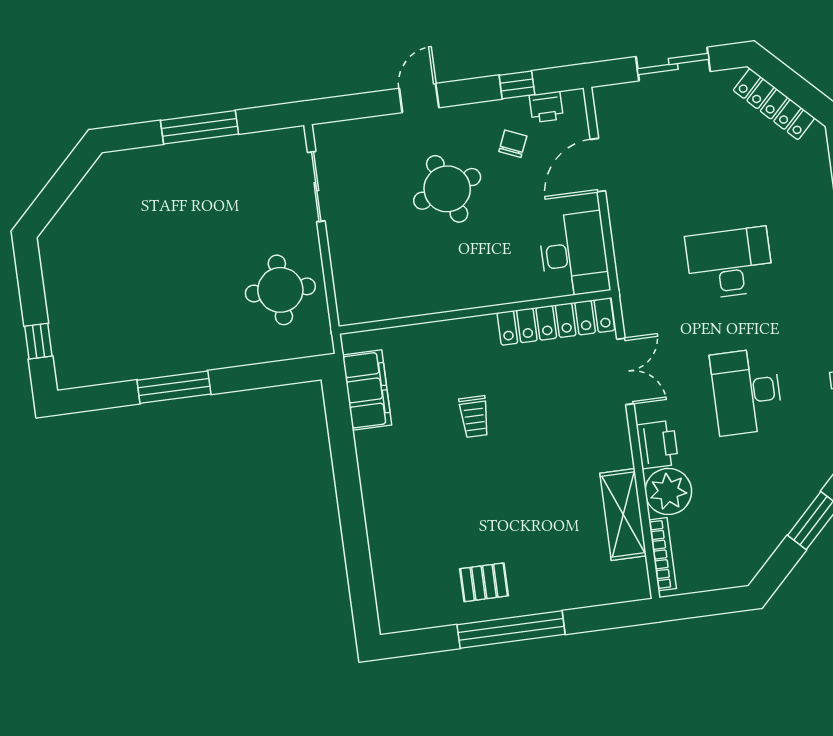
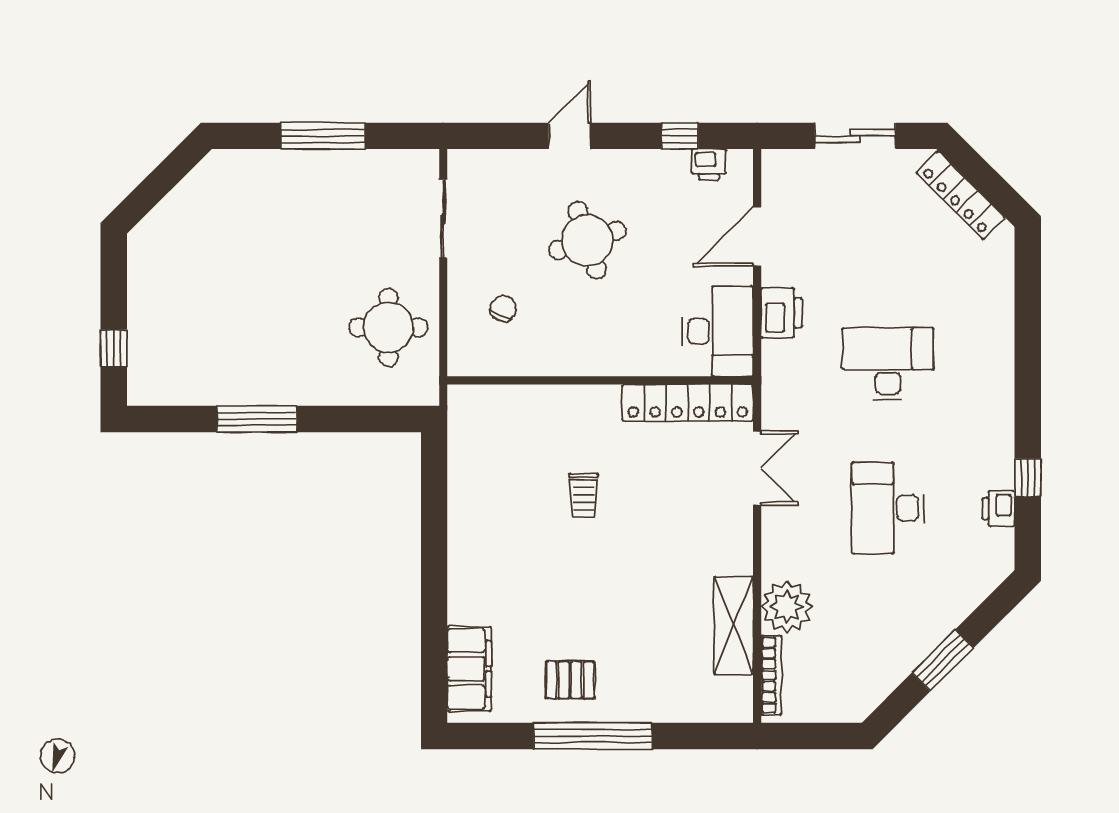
chair: (513, 144) -> (503, 309), moved
filing cabinet: (367, 390) -> (469, 669), moved
printer: (657, 445) -> (782, 313), moved

